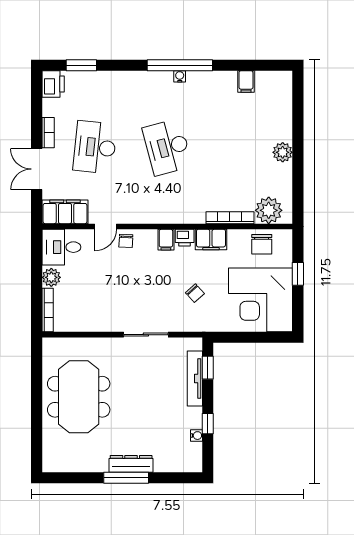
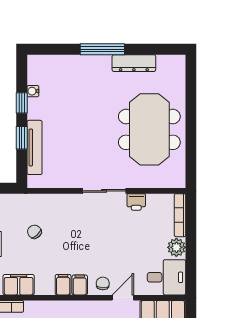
printer: (185, 238) -> (136, 202), moved, turned 180
filing cabinet: (149, 239) -> (80, 285), added
sliding door: (146, 335) -> (104, 191), moved
window: (208, 368) -> (22, 138), moved
dresser: (131, 464) -> (134, 63), moved

